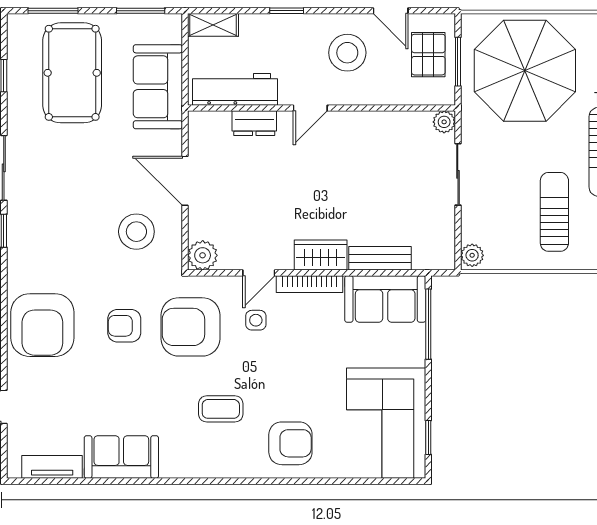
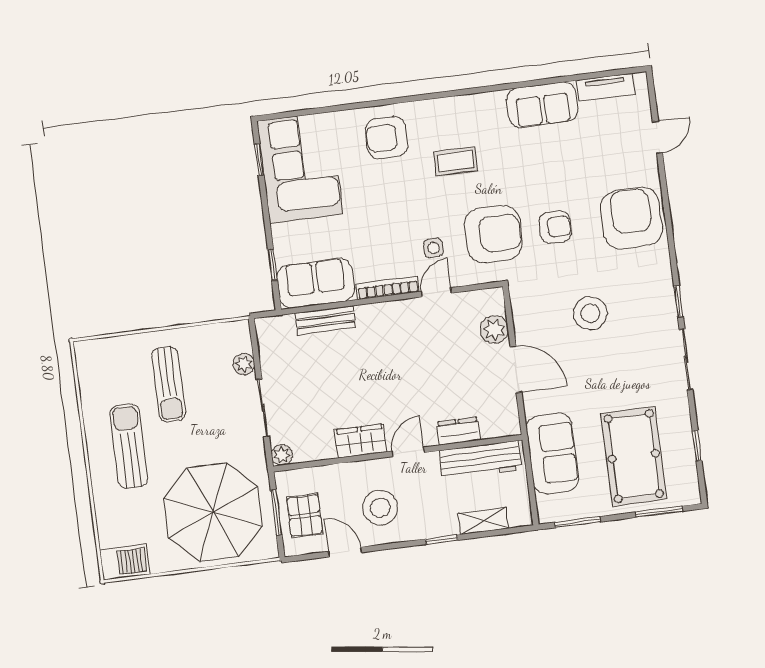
shelving: (213, 25) -> (483, 521), moved
stool: (136, 232) -> (590, 313), moved
plant: (203, 255) -> (494, 330), moved
wardrobe: (321, 255) -> (361, 441), moved, turned 180
plant: (472, 255) -> (244, 364), moved
window: (428, 324) -> (273, 265), width x0.46

